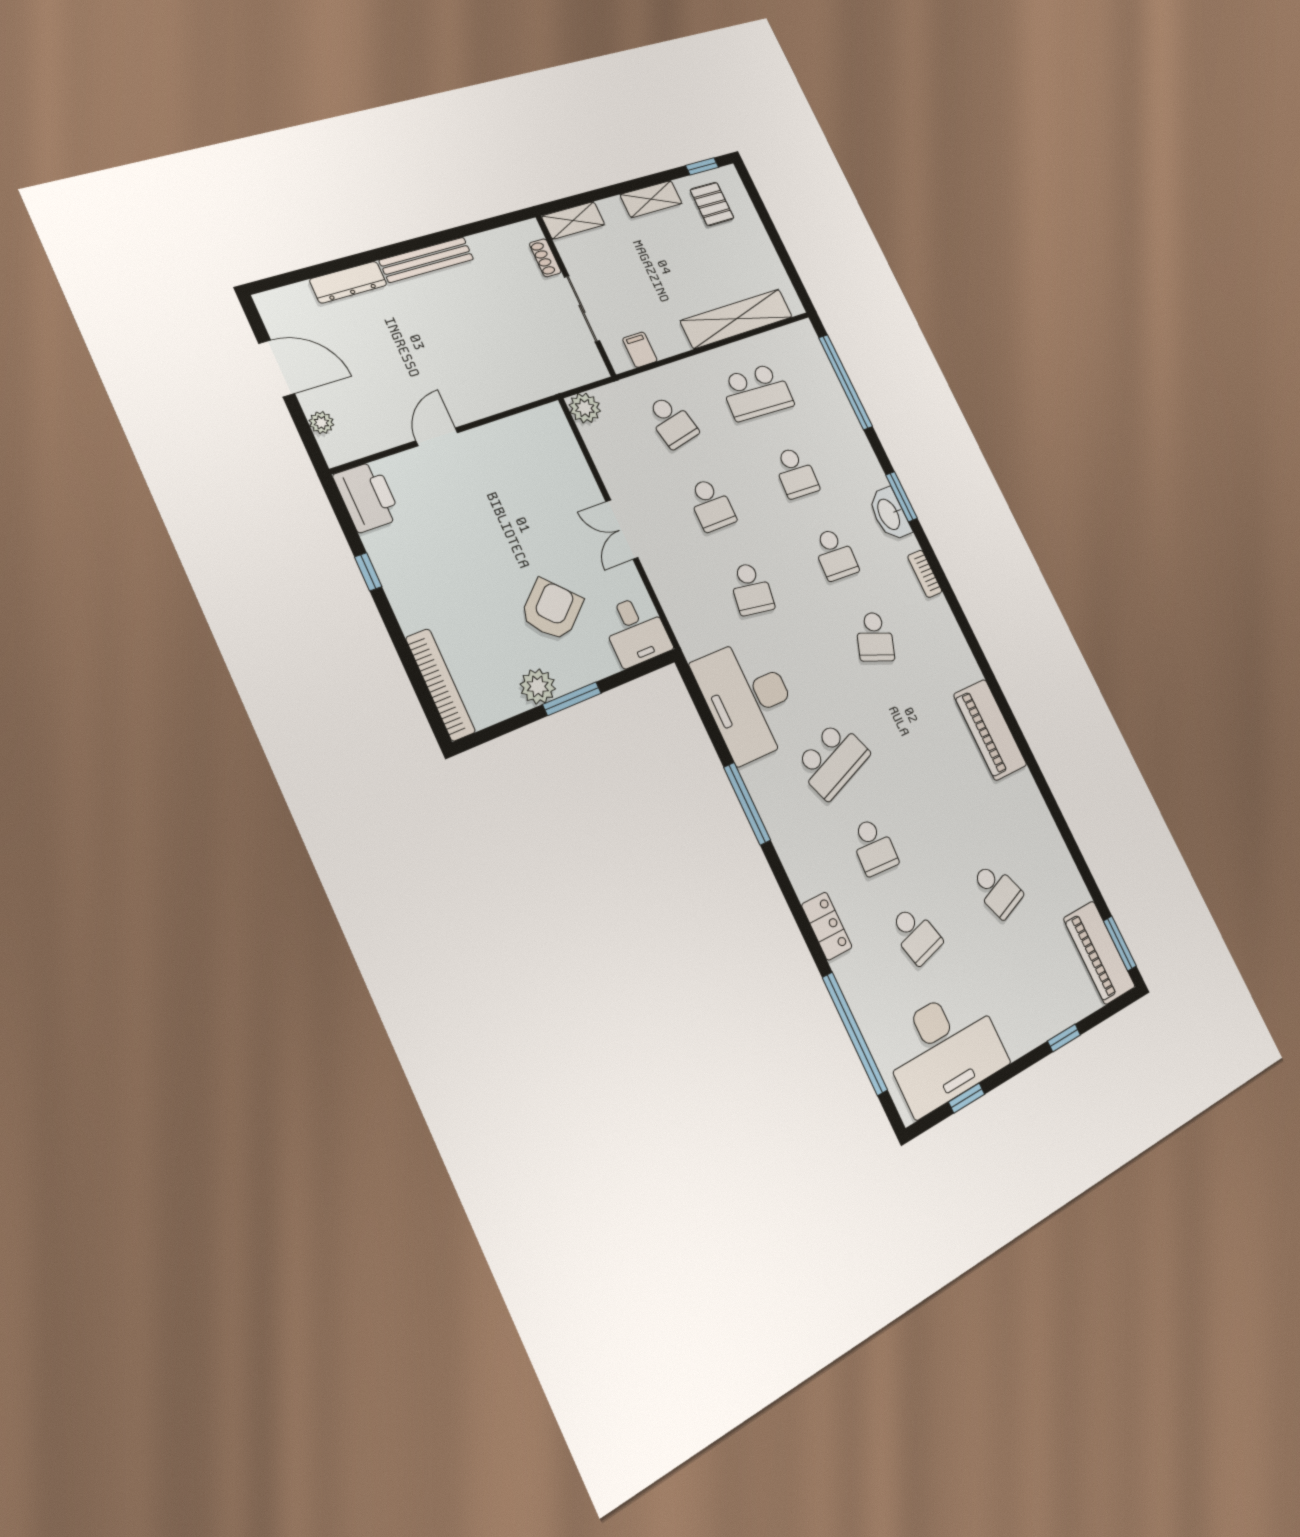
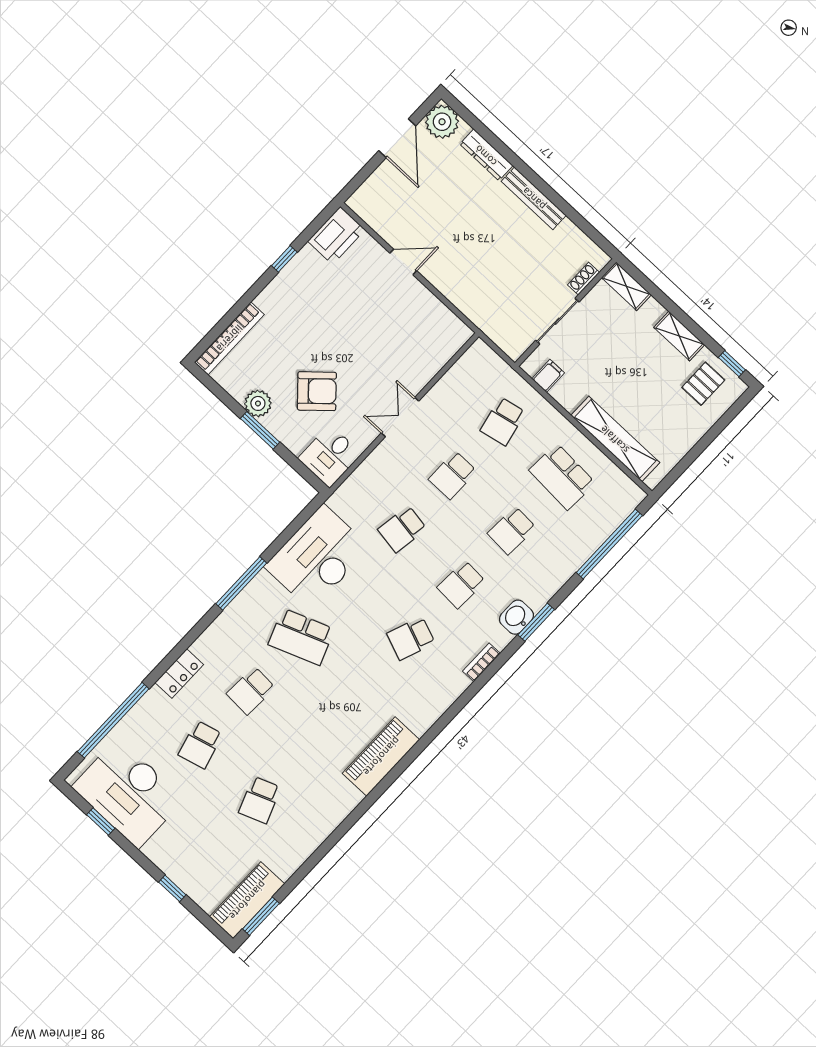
plant: (585, 408) -> (480, 354), removed
plant: (321, 423) -> (442, 122), moved, width x1.88, depth x1.88
washbasin: (889, 514) -> (516, 617), width x0.72

